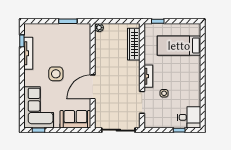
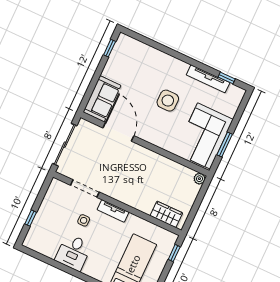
wardrobe: (134, 44) -> (166, 214), width x0.67
door: (93, 87) -> (118, 132), moved
corner sofa: (39, 107) -> (204, 136), moved, turned 90
desk: (189, 117) -> (73, 252), moved

